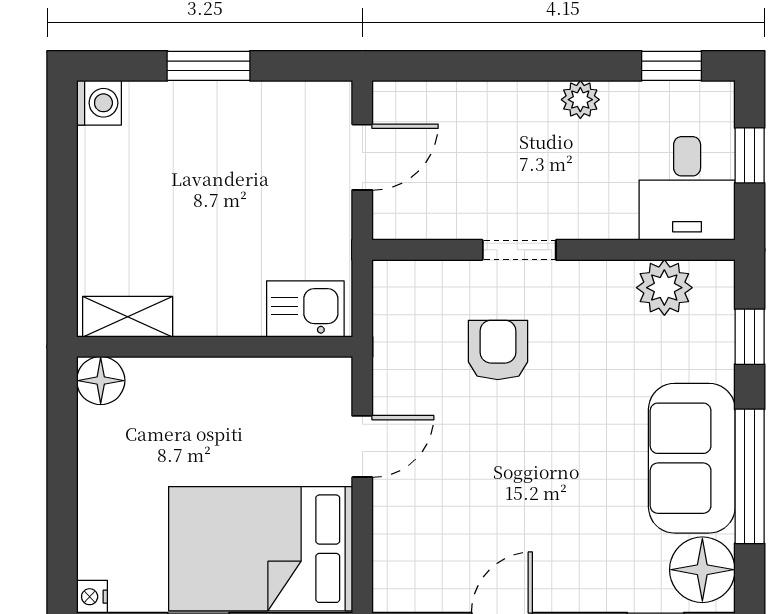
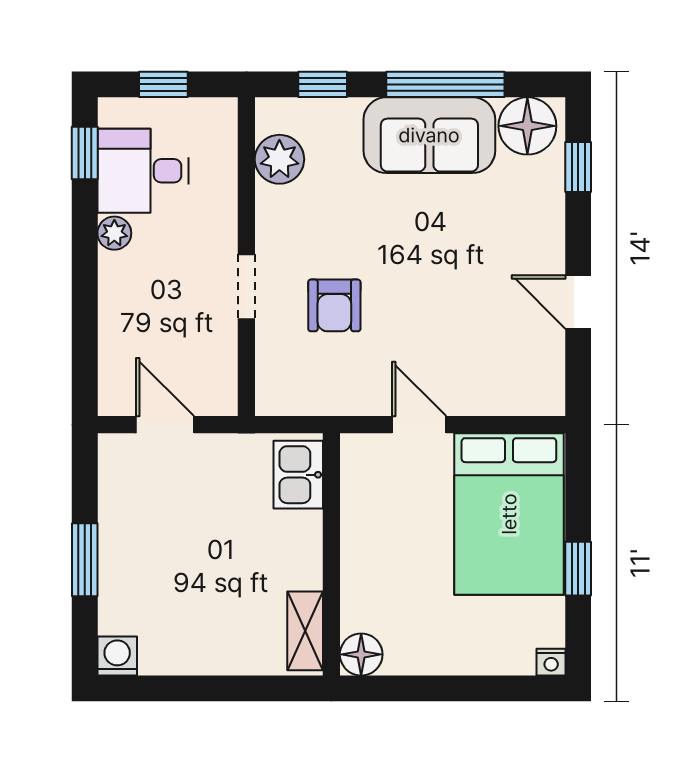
desk: (687, 188) -> (143, 171), moved, turned 180
armchair: (498, 350) -> (334, 305), turned -90

